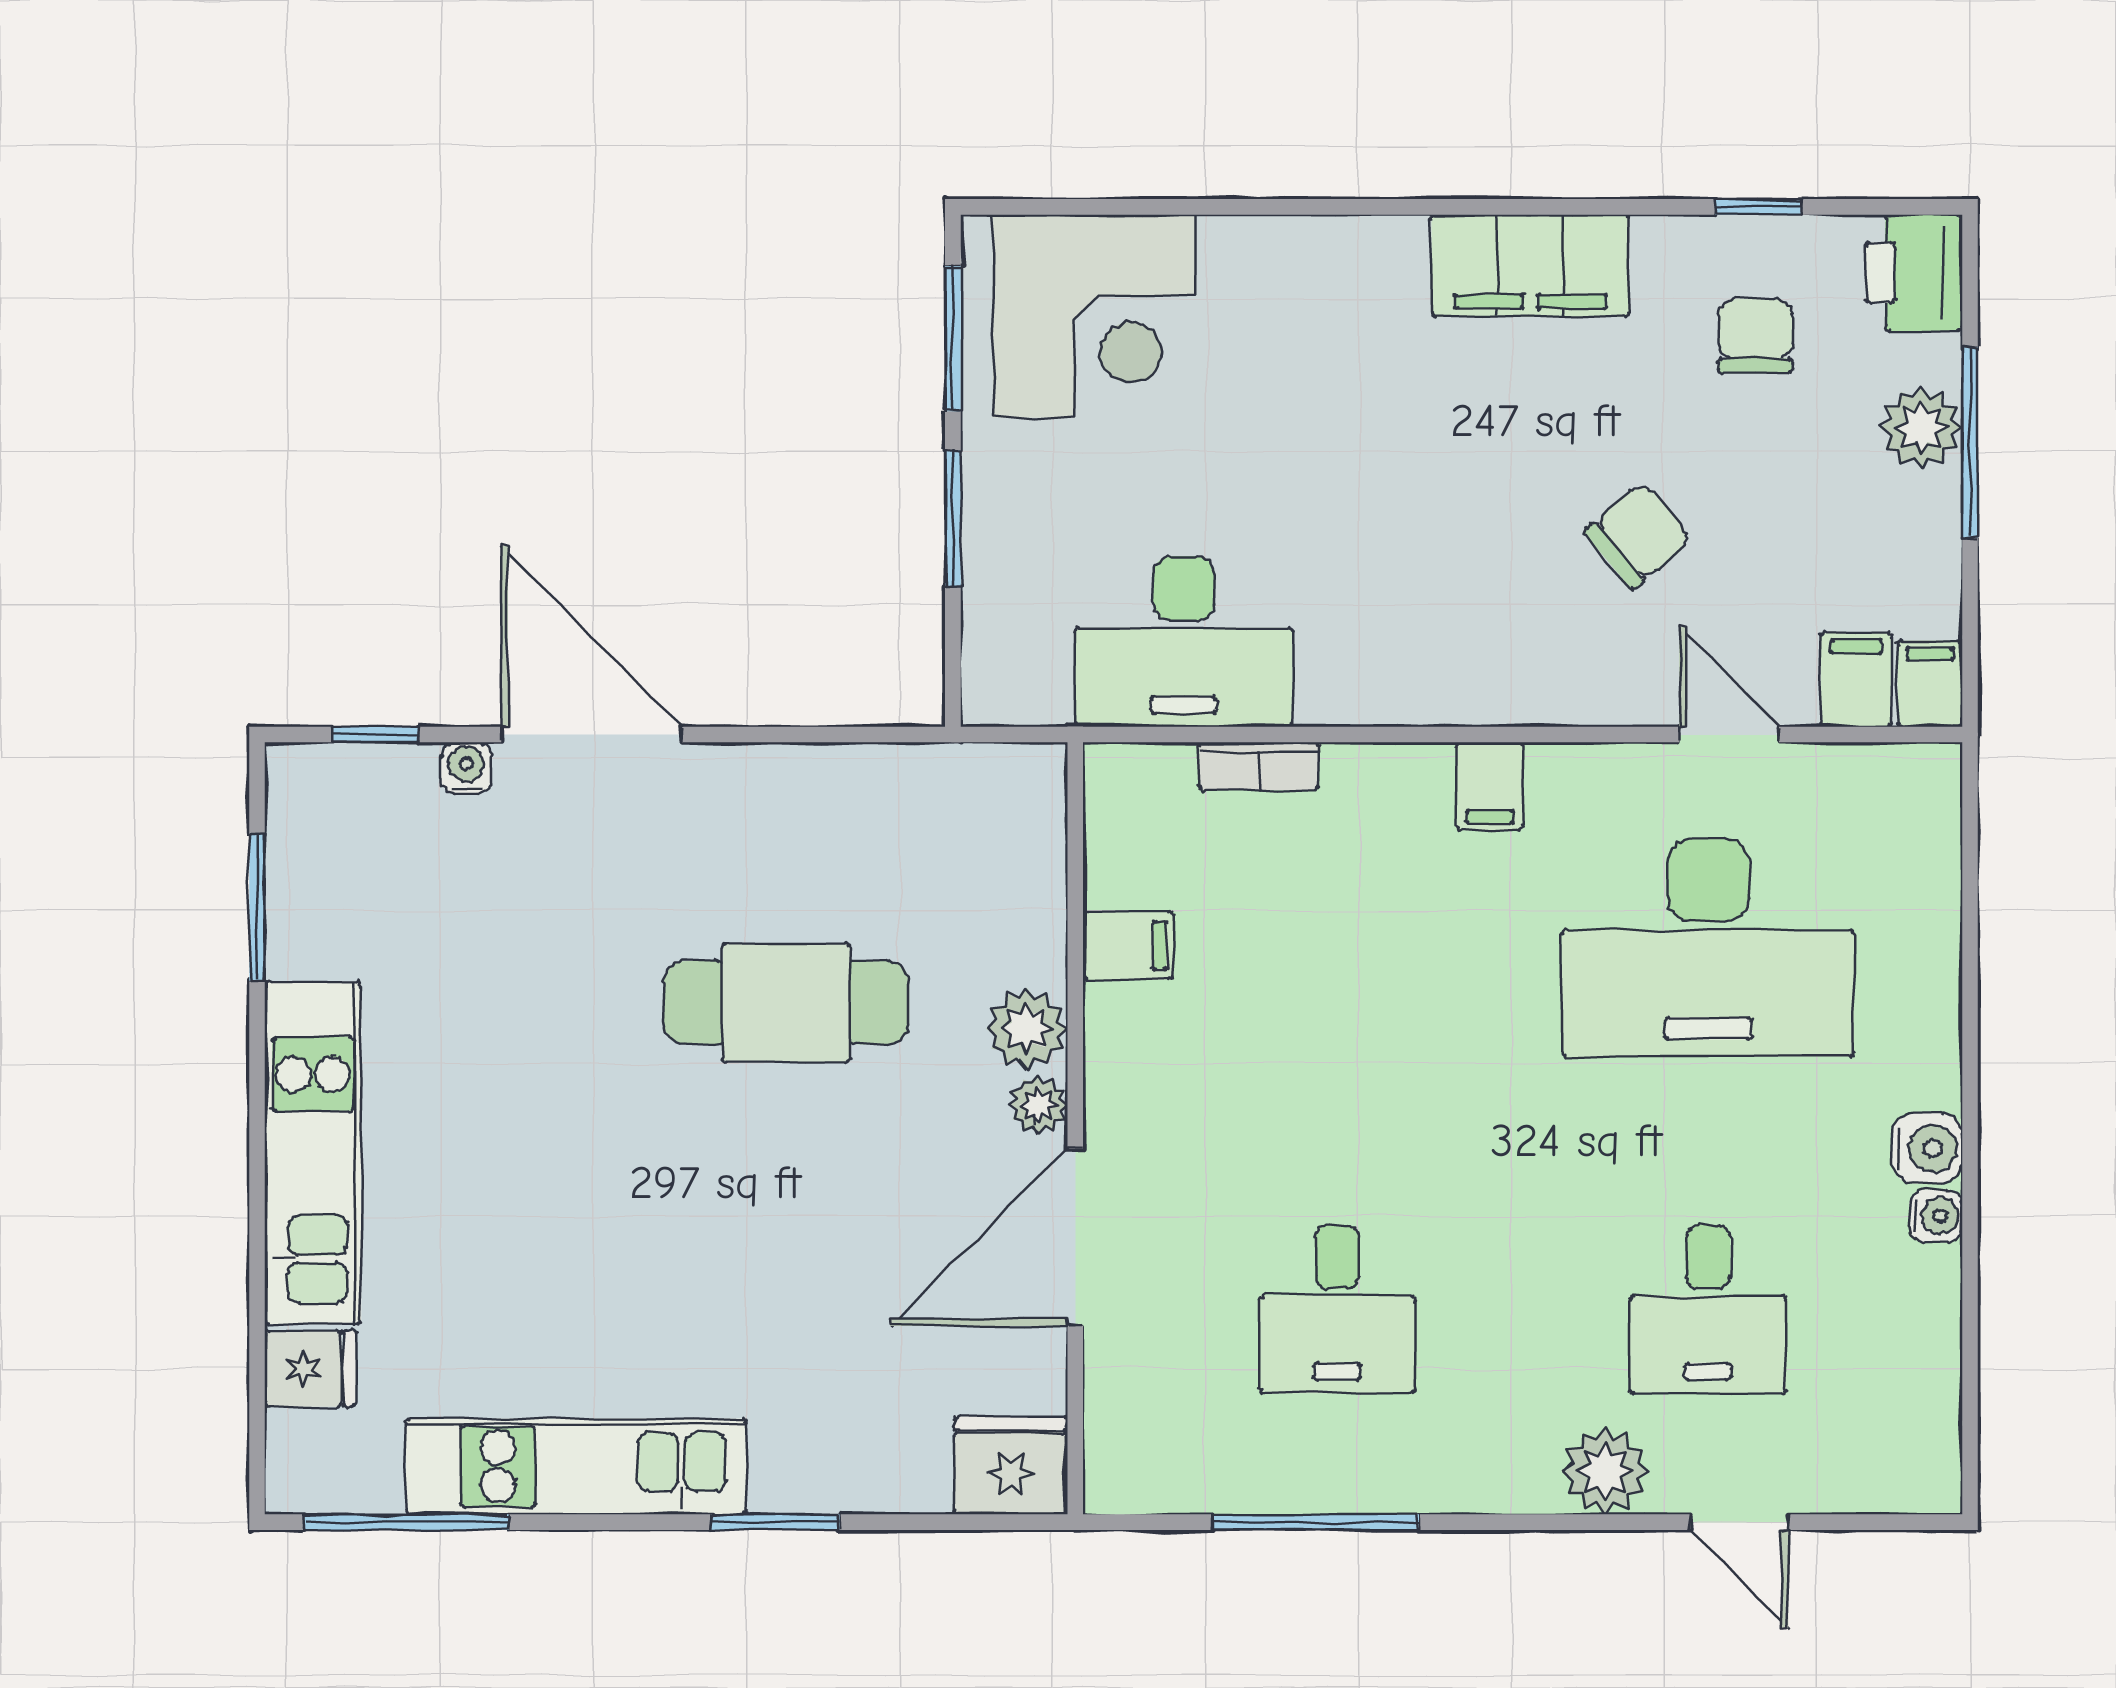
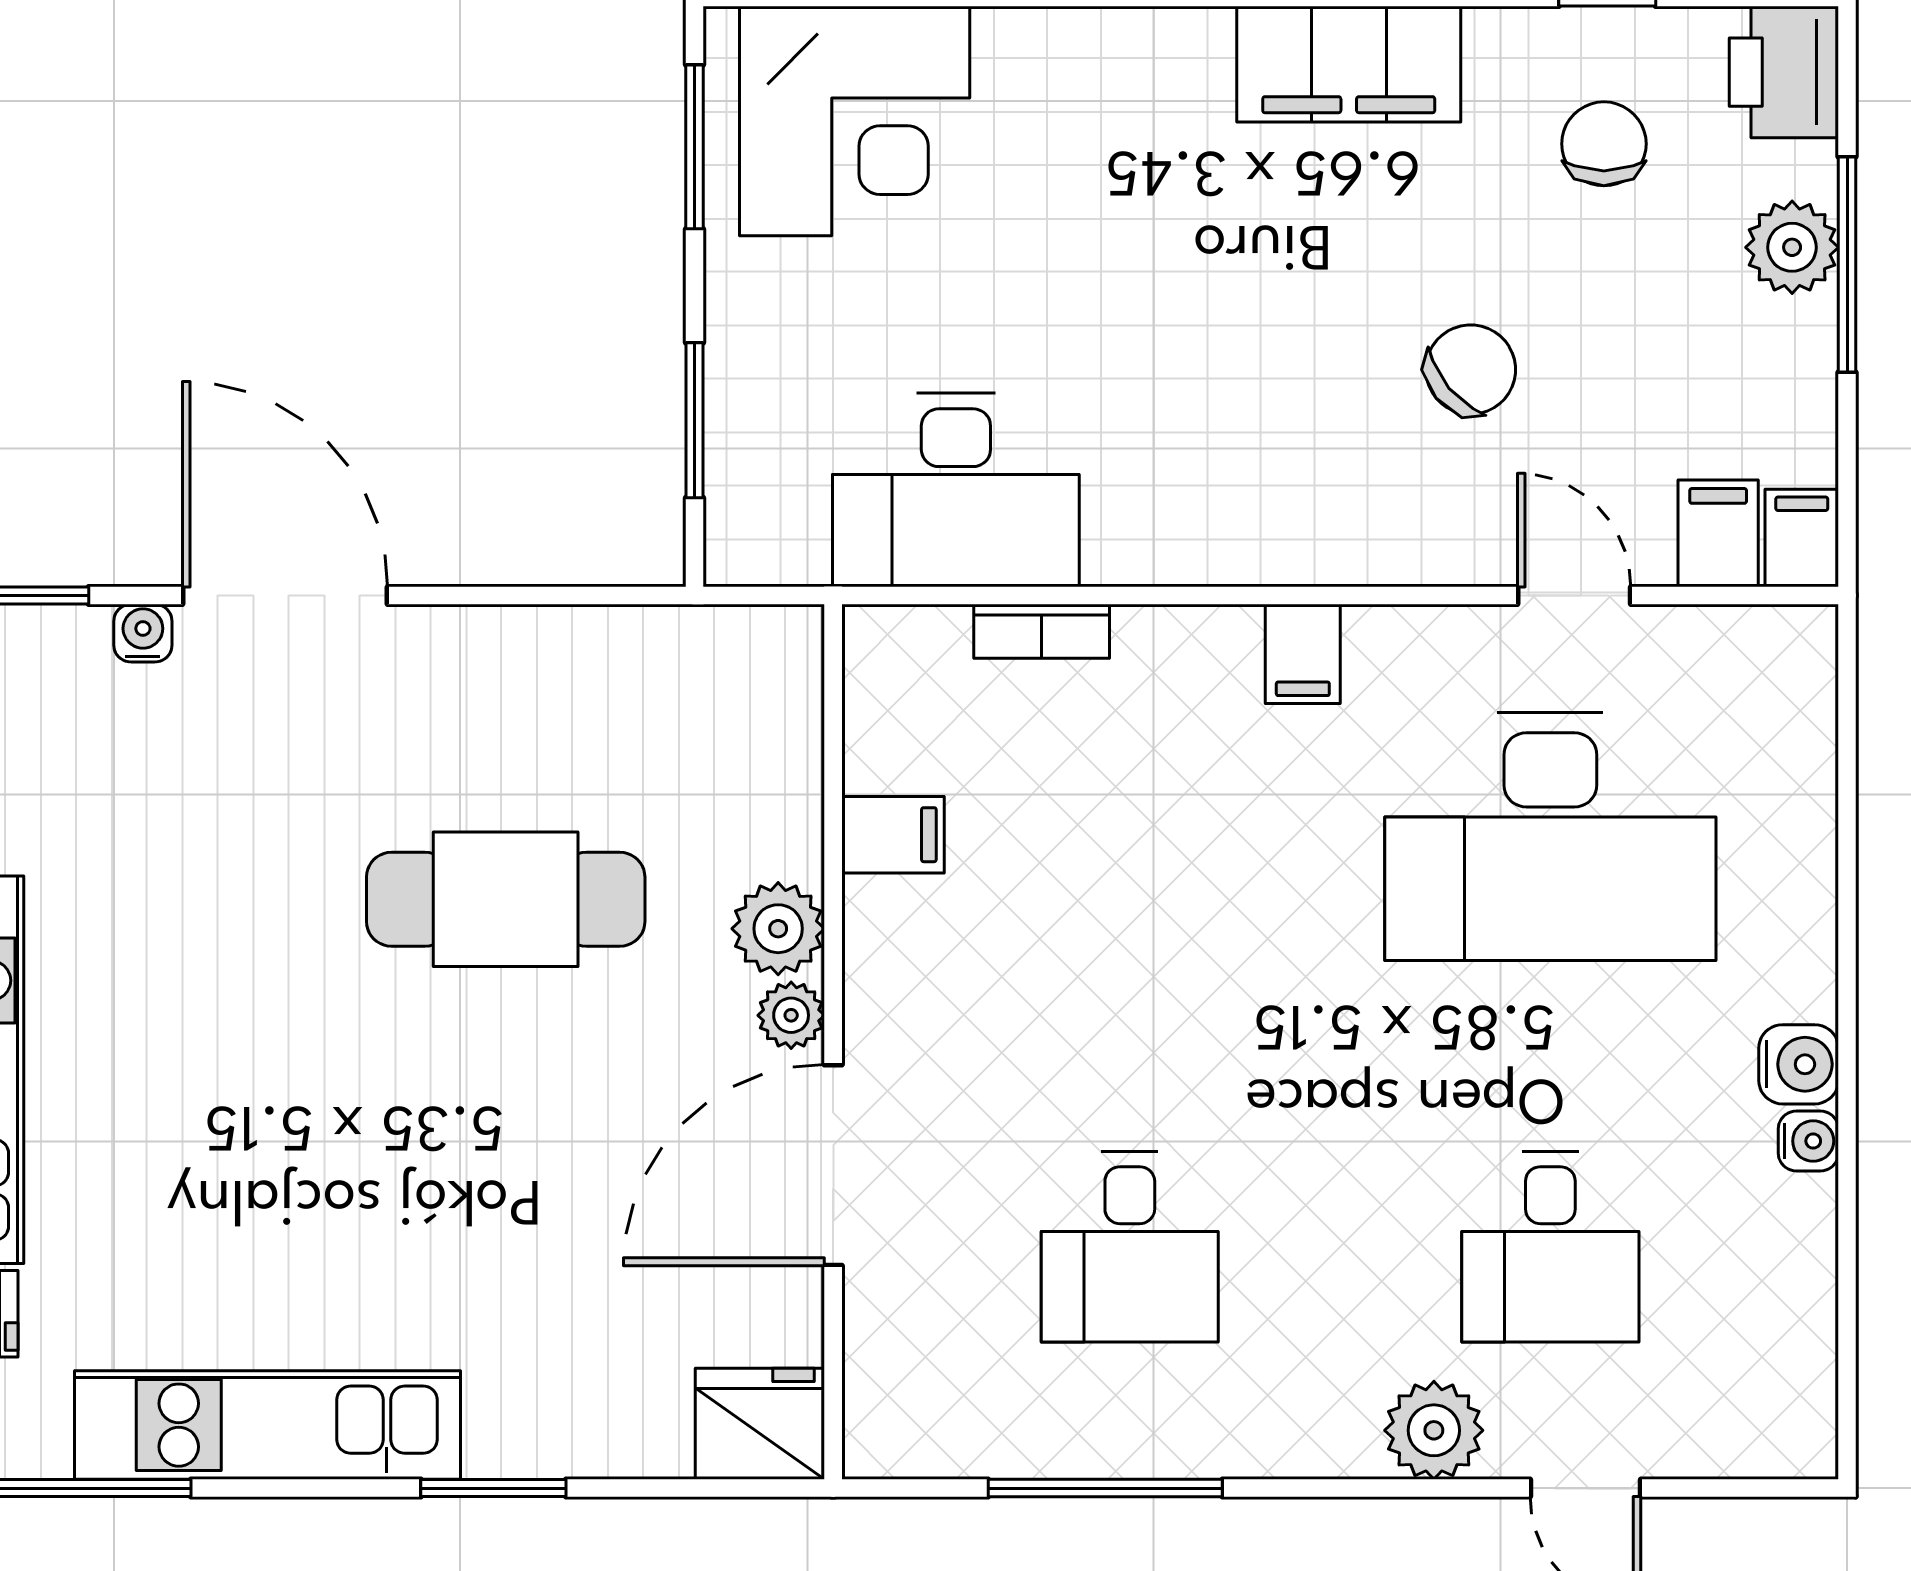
window: (953, 519) -> (694, 420), moved

